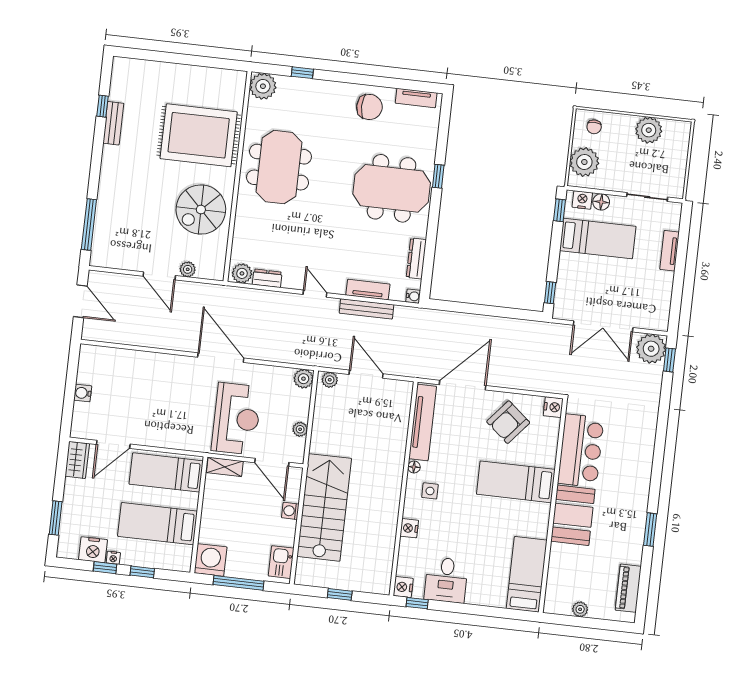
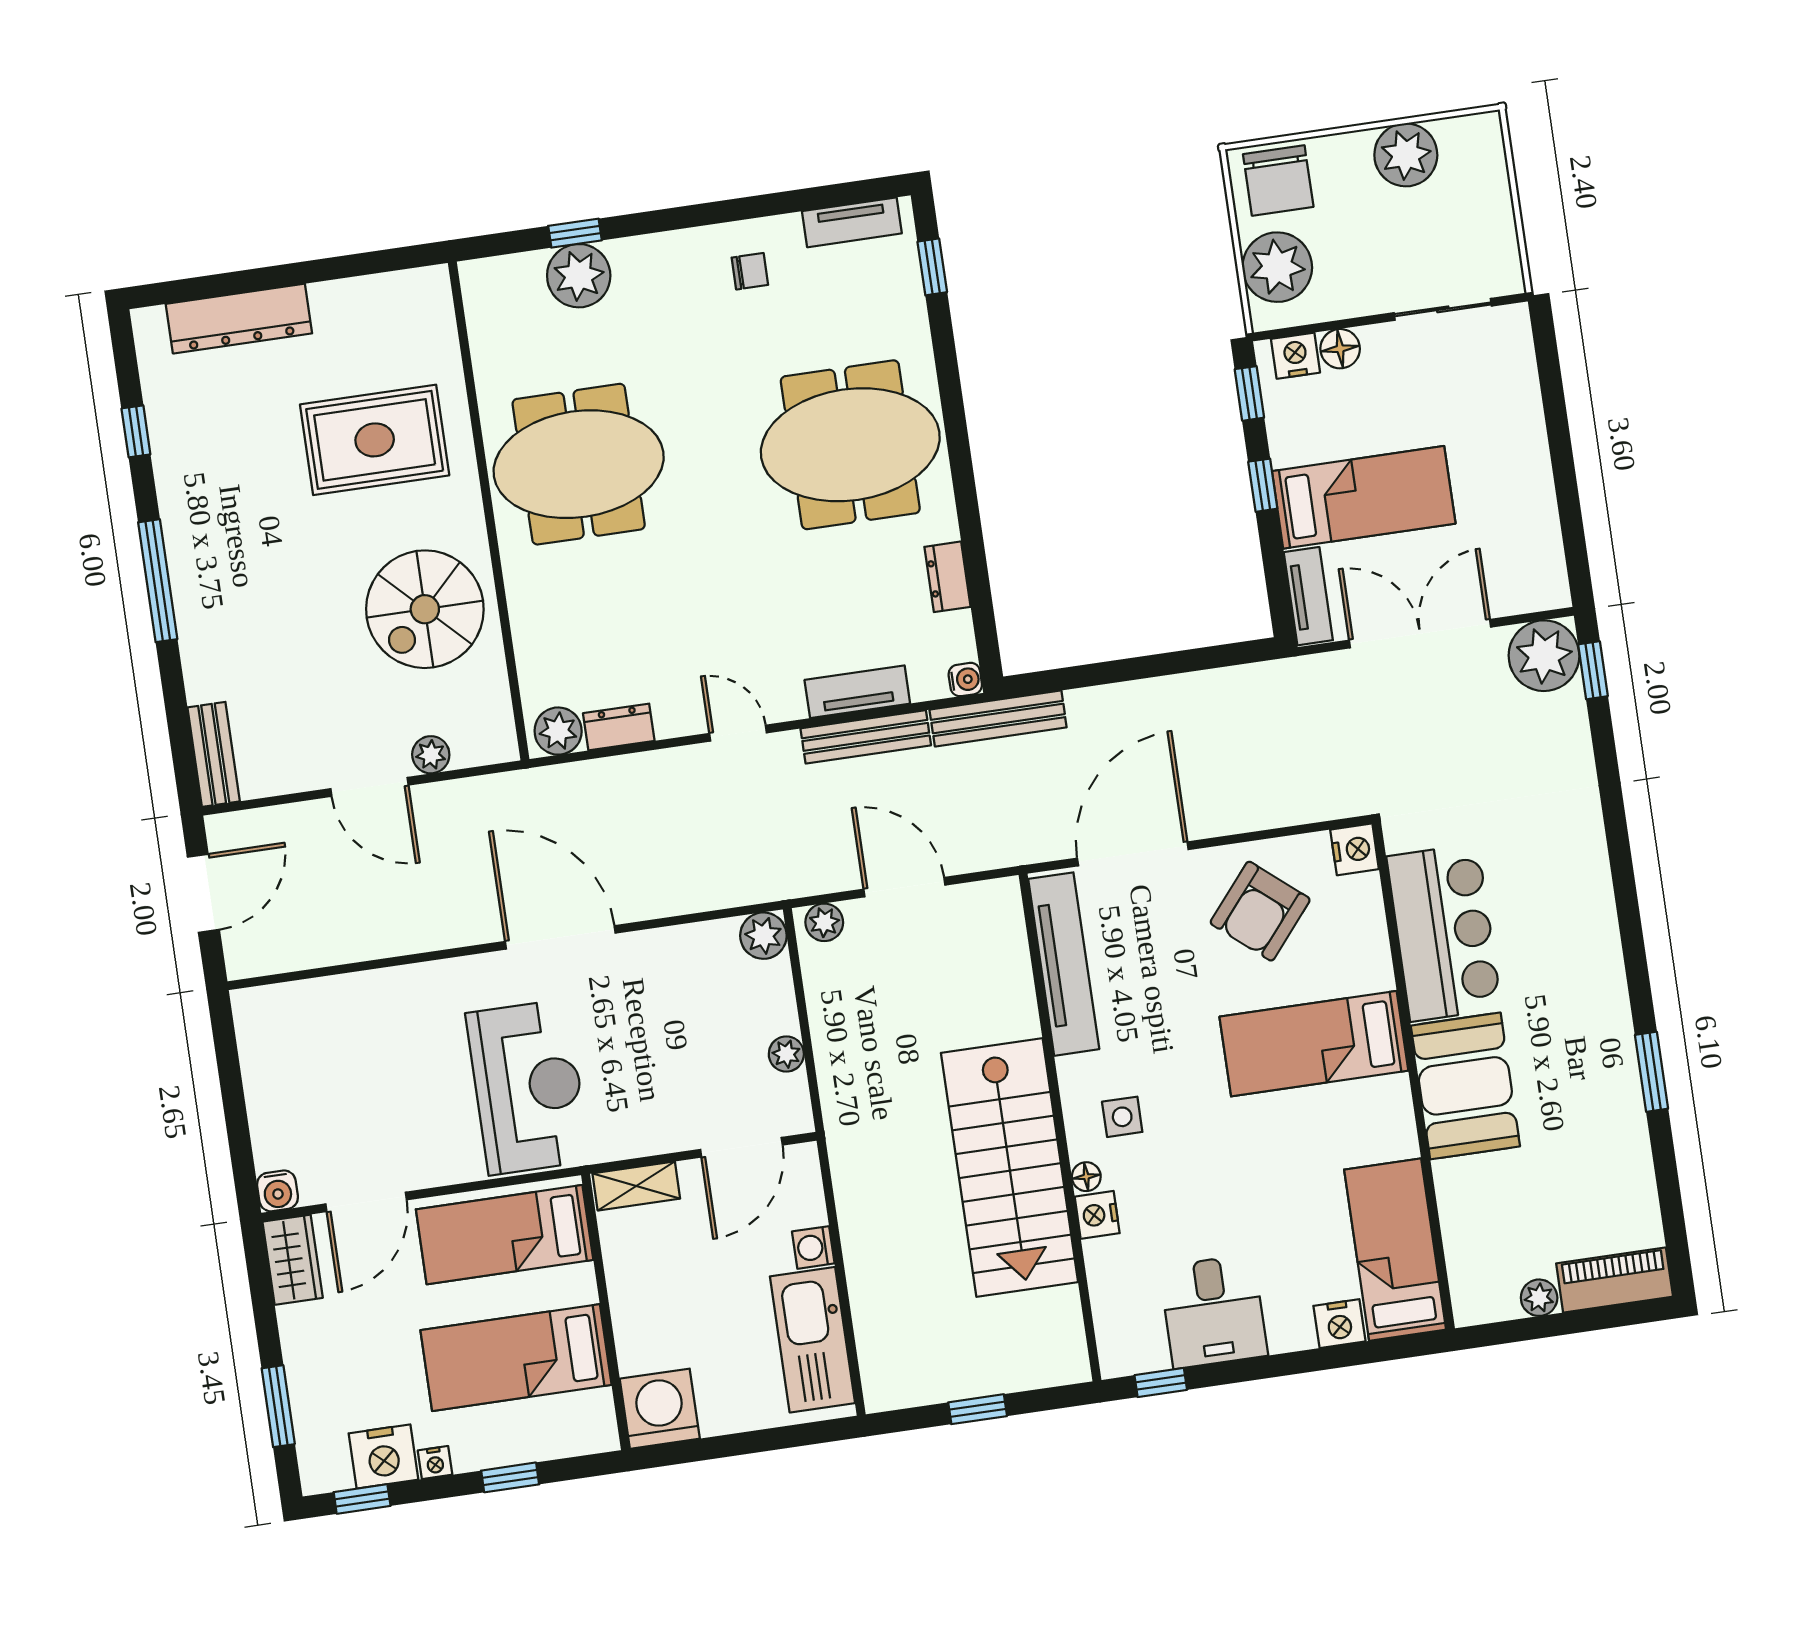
dresser: (156, 71) -> (239, 319), added
plant: (263, 86) -> (579, 276), moved
chair: (369, 107) -> (750, 271), width x0.54, depth x0.54
bench: (113, 123) -> (214, 754), moved
chair: (594, 127) -> (1278, 181), width x1.87, depth x1.87
rug: (199, 135) -> (375, 440), width x0.73, depth x0.69
meeting table: (279, 167) -> (579, 464), turned 90
window: (438, 176) -> (932, 267), moved
window: (89, 225) -> (158, 581), moved
bed: (598, 238) -> (1364, 497), moved
tv unit: (670, 251) -> (1308, 596), moved, turned 180
dresser: (416, 259) -> (948, 577), width x0.70
window: (550, 293) -> (1263, 485), moved
door: (80, 301) -> (203, 893), hinge flipped
bench: (422, 316) -> (998, 718), added
double door: (603, 326) -> (1420, 634), swing flipped
water cooler: (83, 393) -> (277, 1191), moved, turned -90
reception desk: (236, 419) -> (528, 1087), moved
door: (272, 462) -> (741, 1147), hinge flipped
floor lamp: (414, 467) -> (1086, 1177), moved
stairs: (324, 507) -> (1009, 1168), moved, turned 180
kitchen sink: (281, 562) -> (812, 1340), width x1.88, depth x1.24
window: (105, 568) -> (362, 1499), moved
window: (238, 583) -> (738, 1444), removed
nightstand: (403, 587) -> (1339, 1324), moved, turned -90
piano: (628, 588) -> (1615, 1280), moved, turned 90

